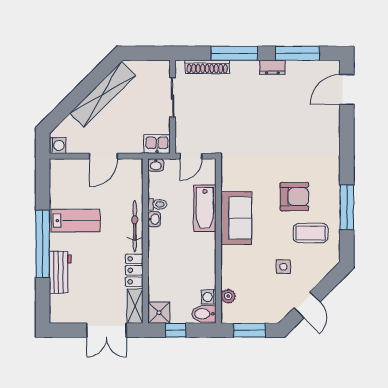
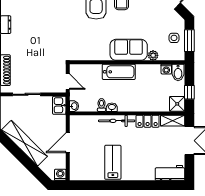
door: (103, 156) -> (68, 143), swing flipped
bathtub: (205, 208) -> (119, 72), moved
sofa: (236, 218) -> (129, 50), moved
window: (43, 244) -> (129, 185), removed
side table: (283, 267) -> (174, 38), moved
workbench: (60, 272) -> (170, 173), moved
plant: (228, 296) -> (153, 55), moved

